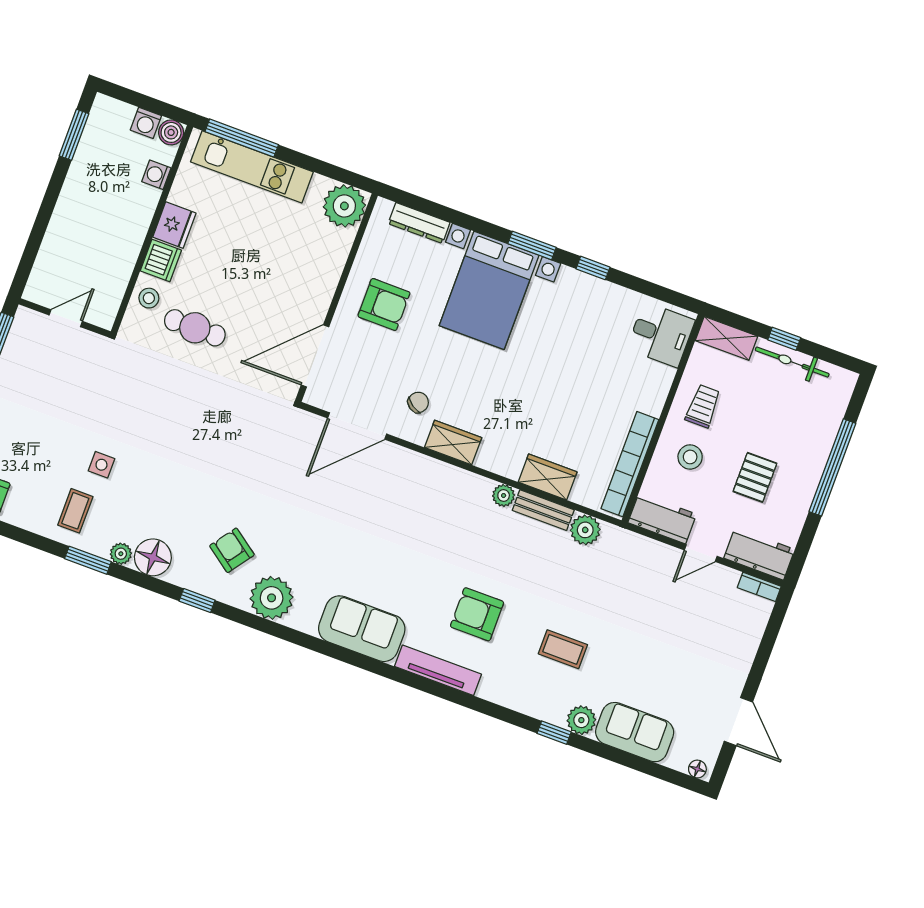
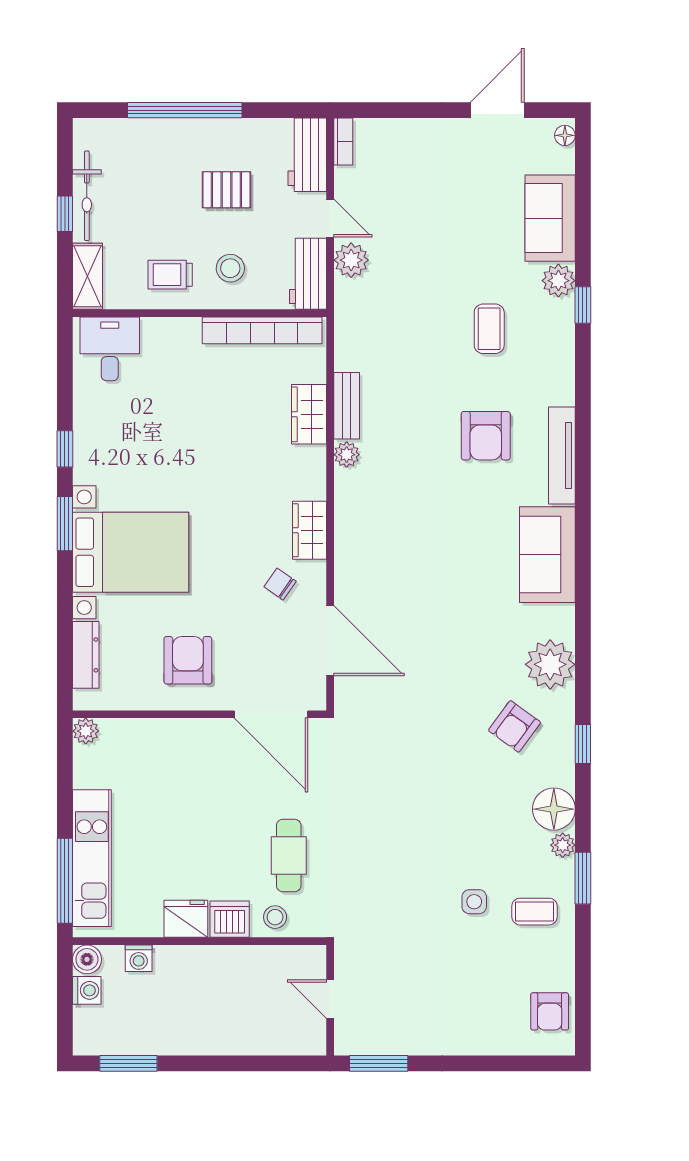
plant: (344, 206) -> (86, 731), width x0.53, depth x0.53
plant: (585, 530) -> (351, 260), moved

